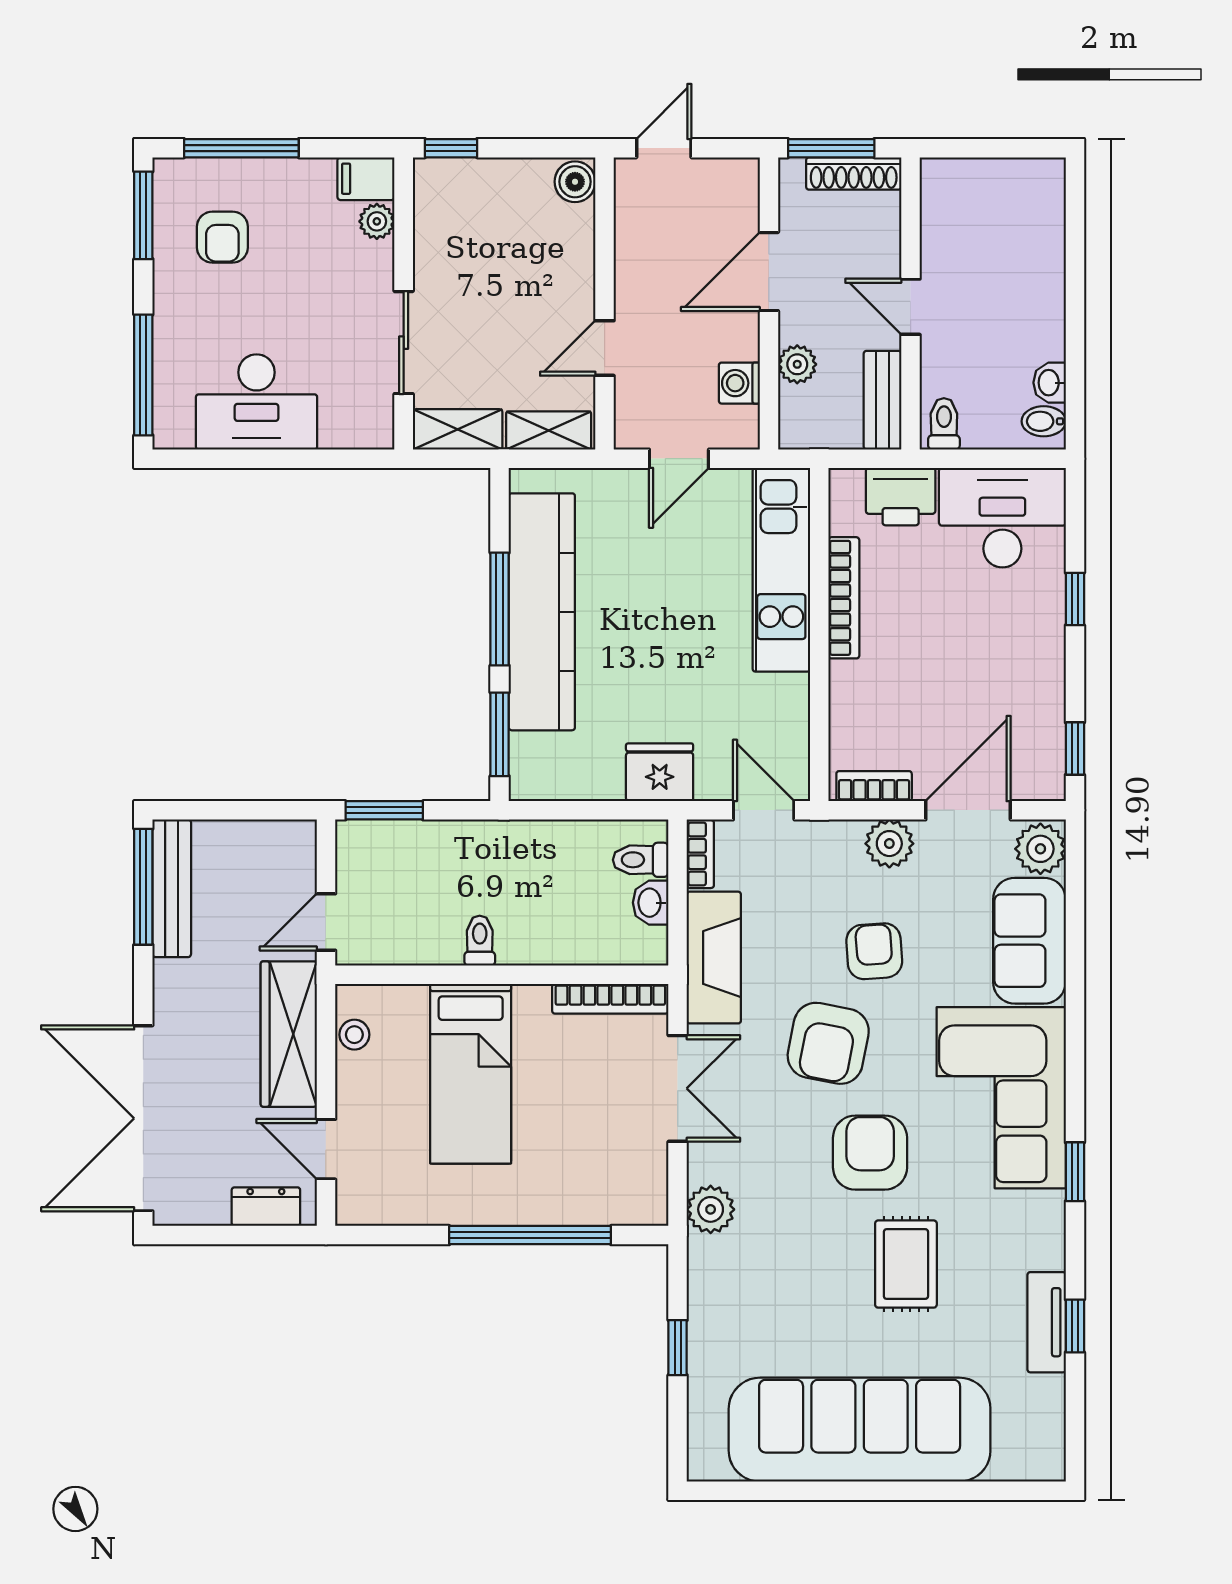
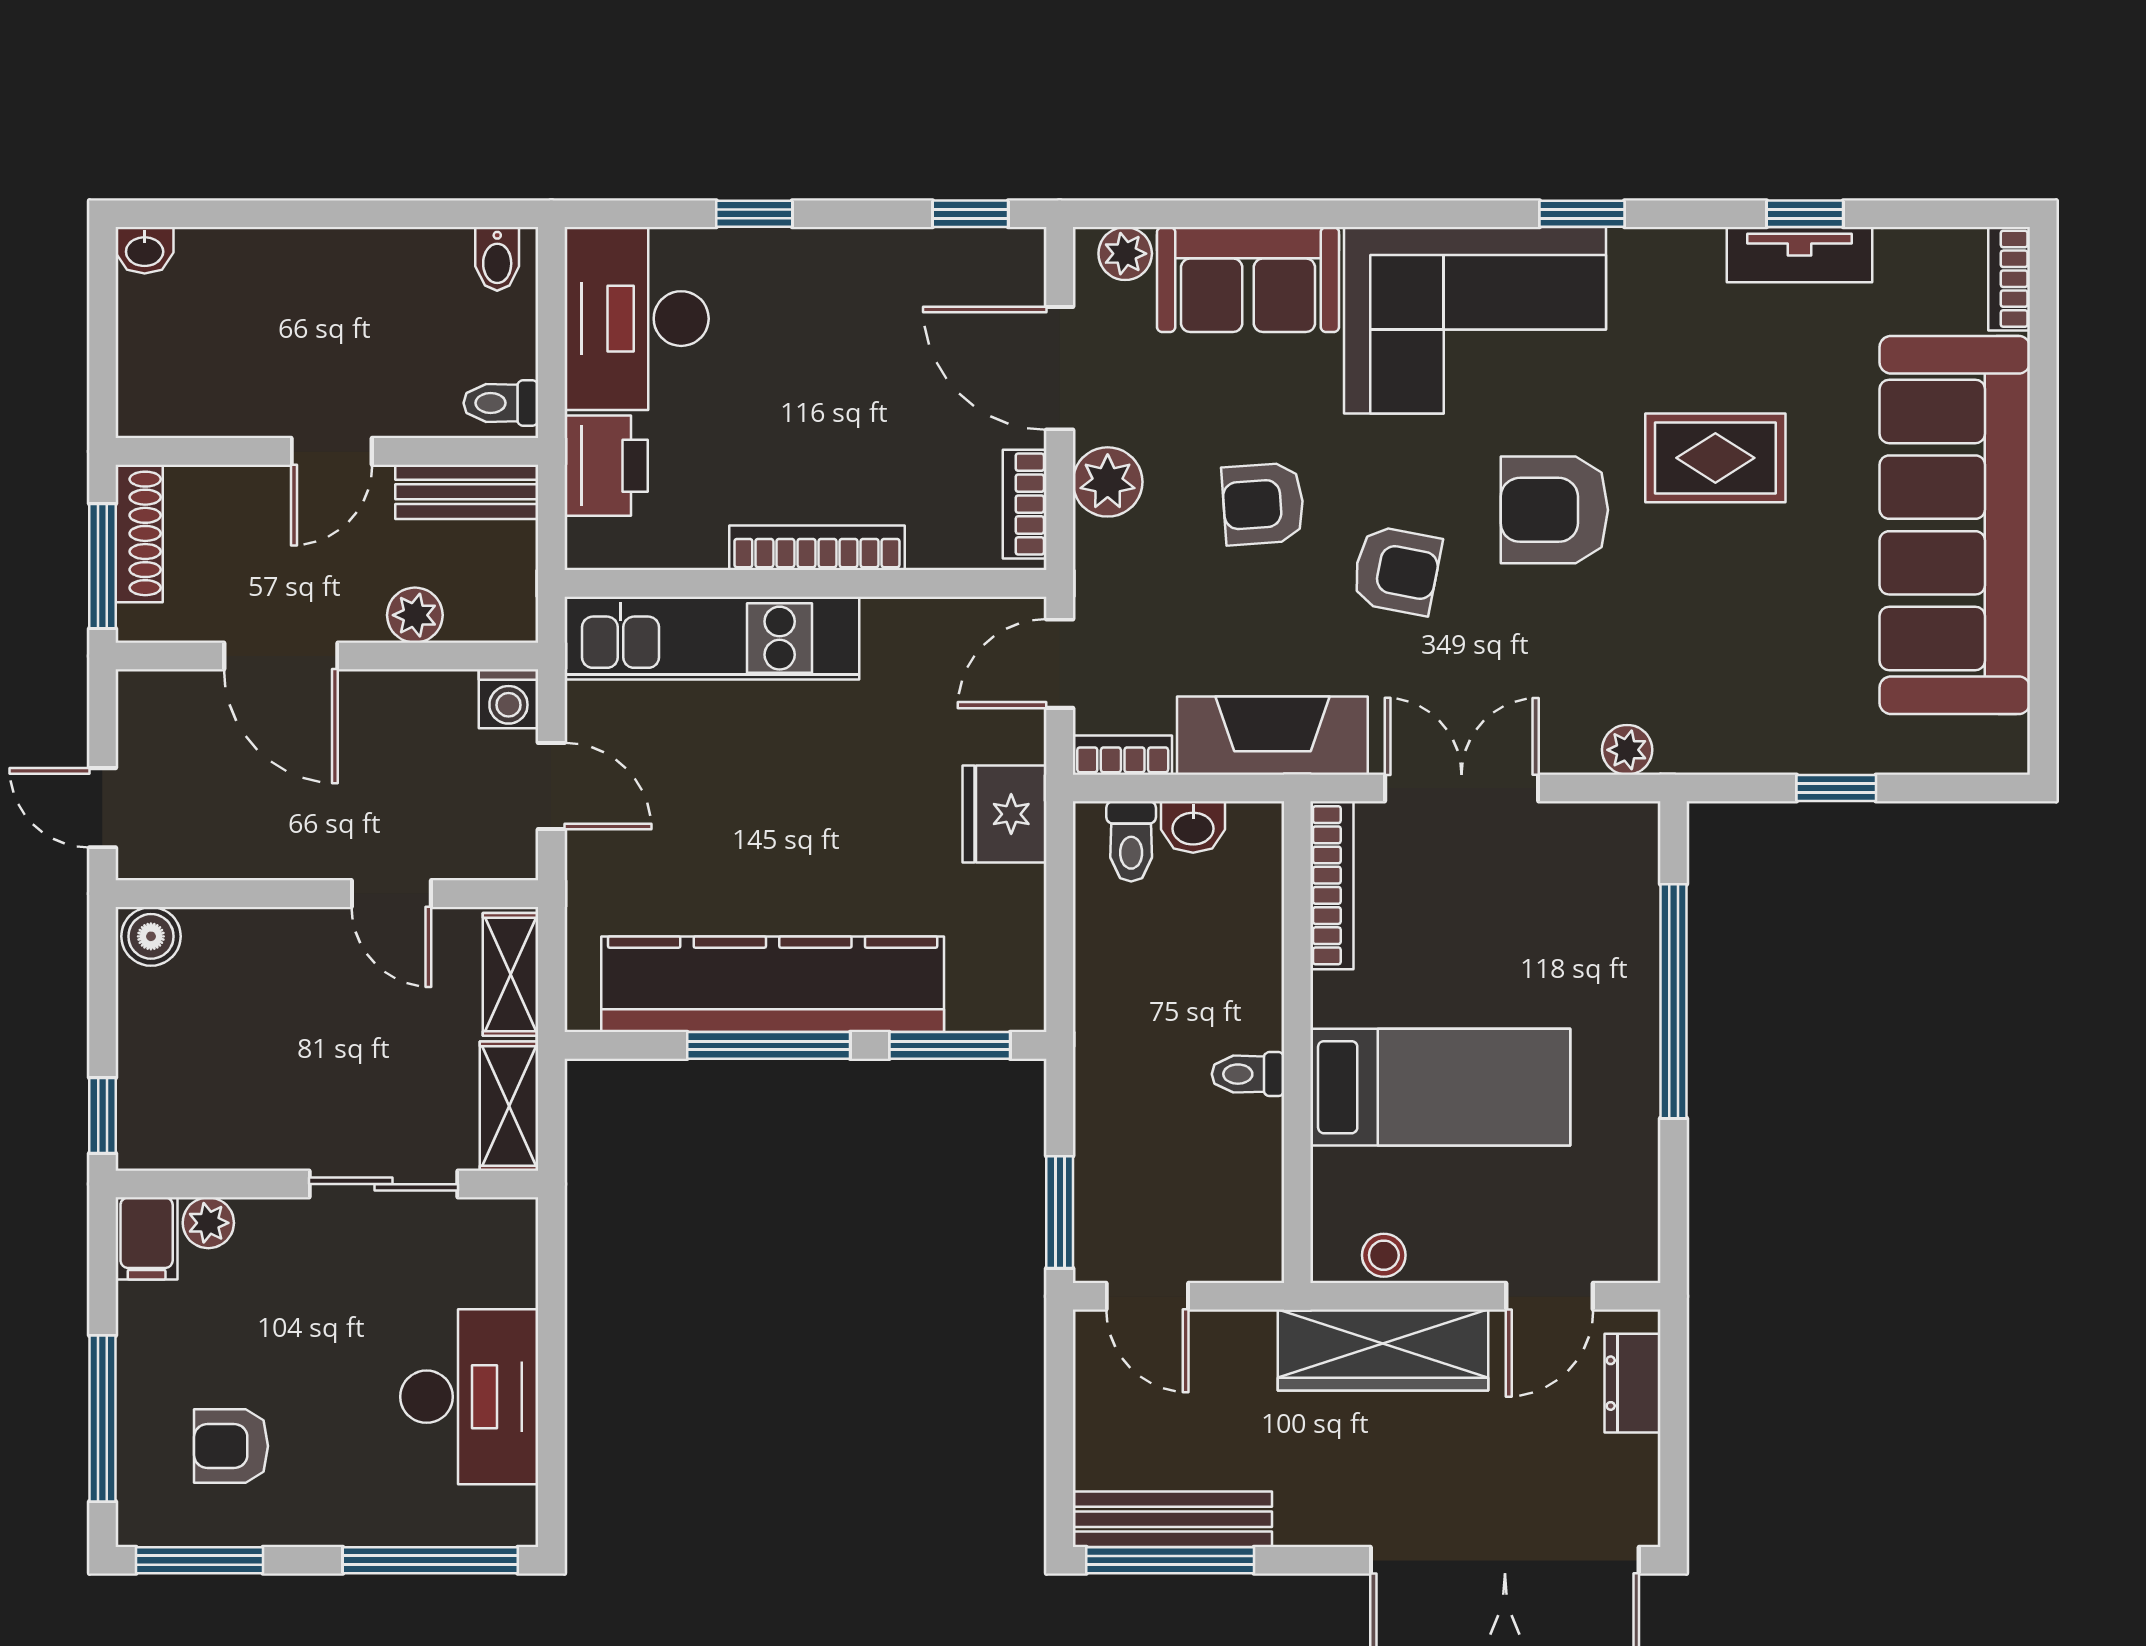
armchair: (222, 237) -> (231, 1446), turned 180
washing machine: (739, 383) -> (508, 699), moved
washbasin: (1050, 383) -> (145, 250), moved
bookcase: (844, 598) -> (817, 548), moved
plant: (1040, 849) -> (1125, 254), width x0.73, depth x0.73
door: (326, 922) -> (1147, 1296), moved
armchair: (828, 1043) -> (1396, 570), width x0.72, depth x0.72
plant: (711, 1209) -> (1627, 750), width x0.73, depth x0.73
bookcase: (1030, 1467) -> (2009, 279), added

